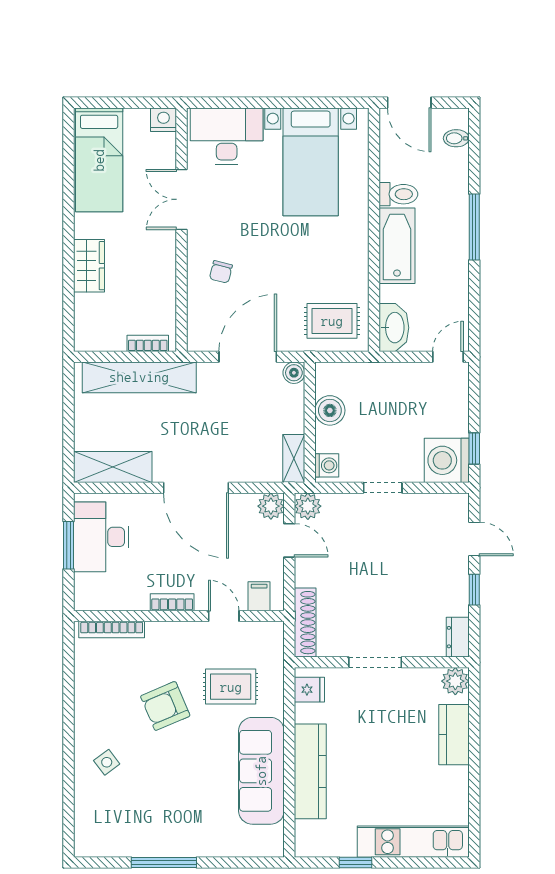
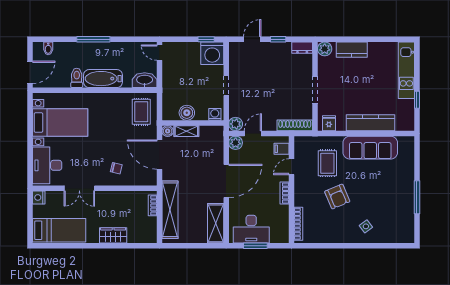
shelving: (294, 458) -> (186, 131), moved

